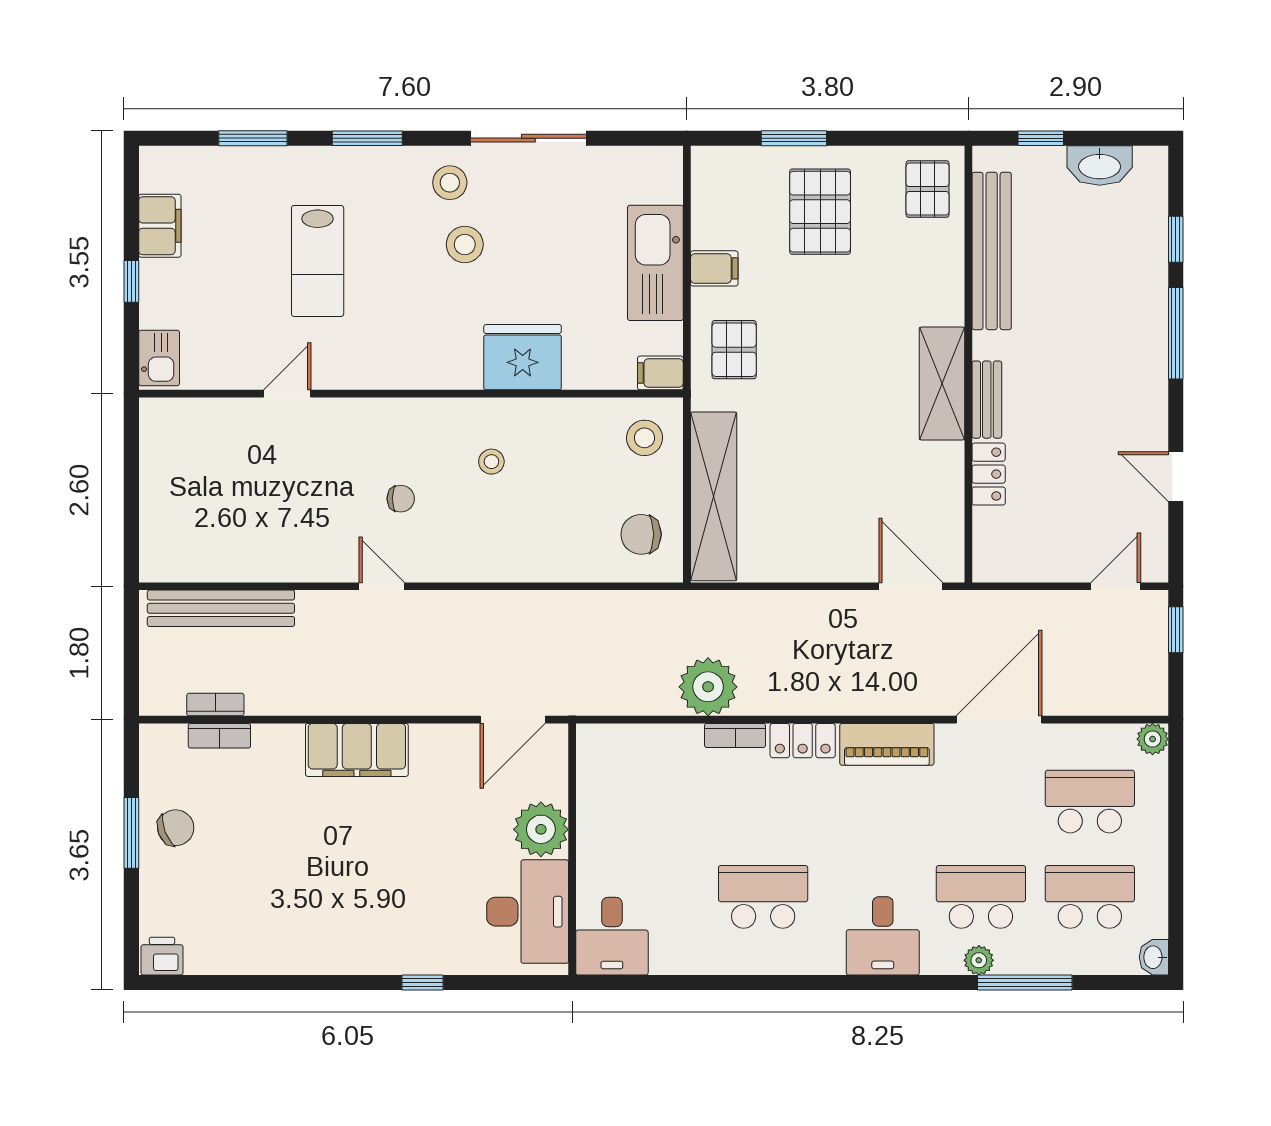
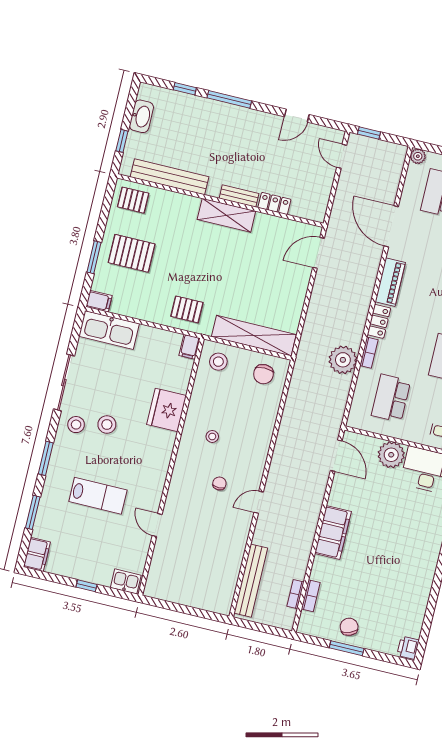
filing cabinet: (160, 226) -> (37, 554), moved, turned 90
kitchen sink: (655, 263) -> (109, 330), moved
filing cabinet: (714, 268) -> (99, 301), moved, turned 90
school desk: (654, 802) -> (391, 398), added

